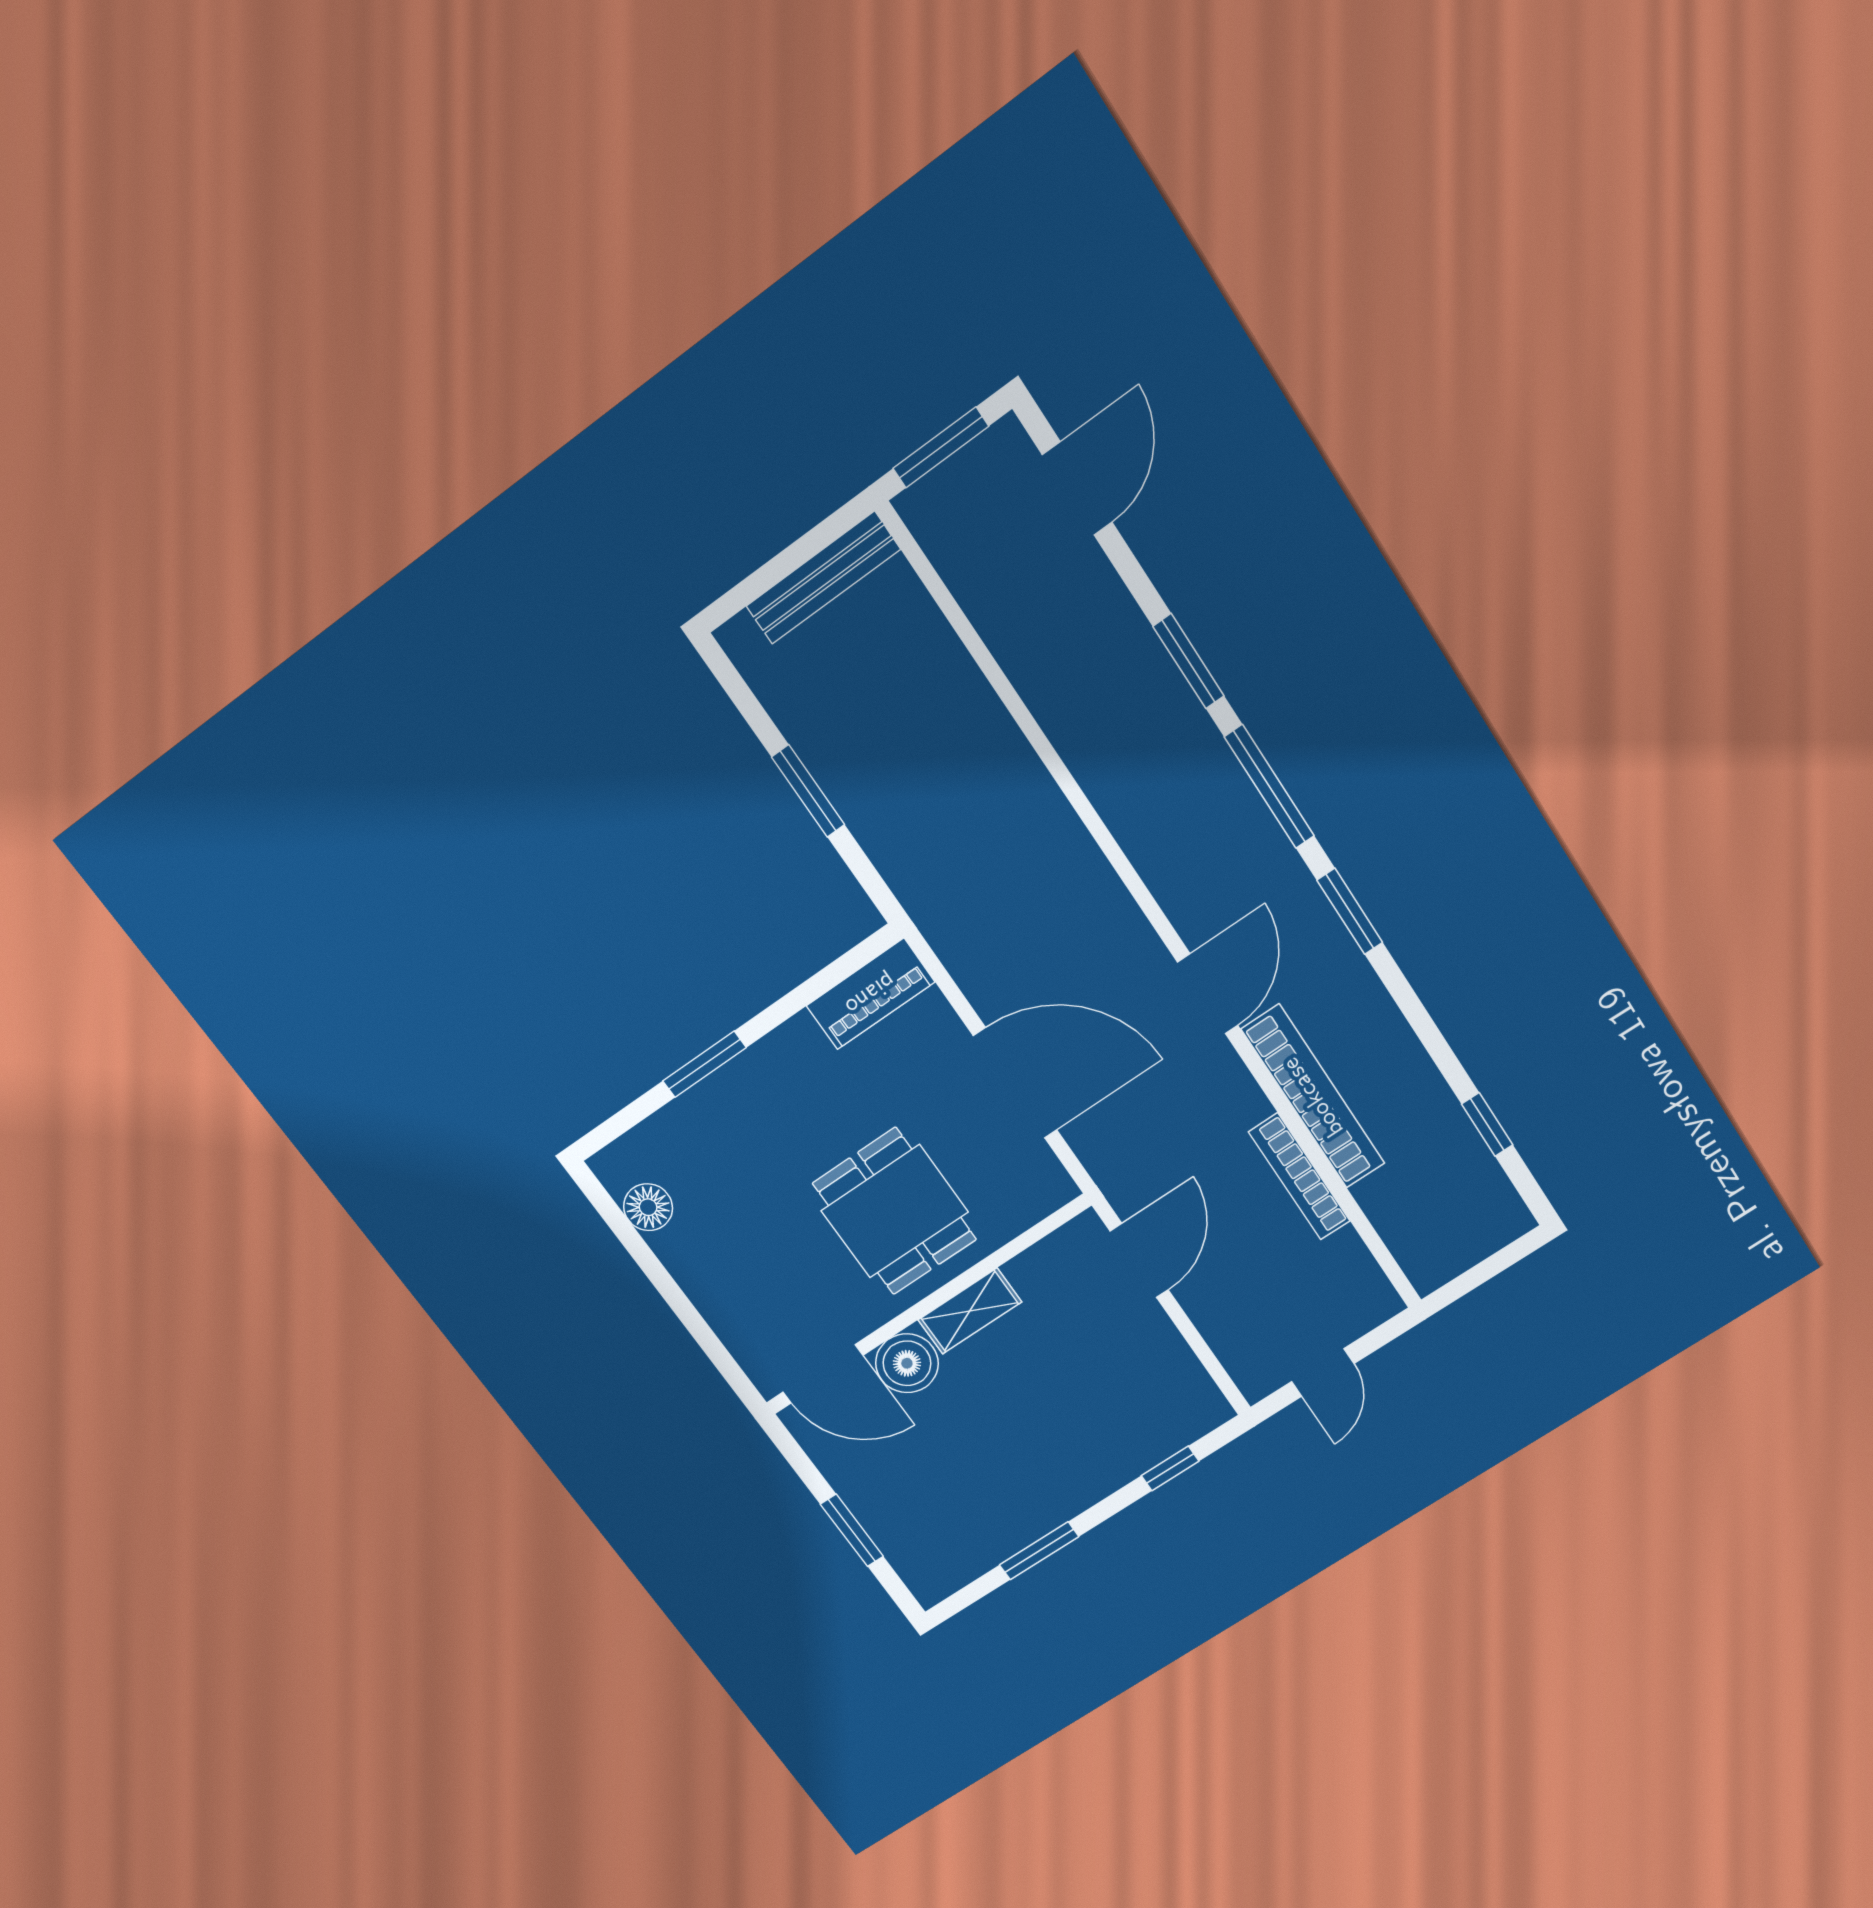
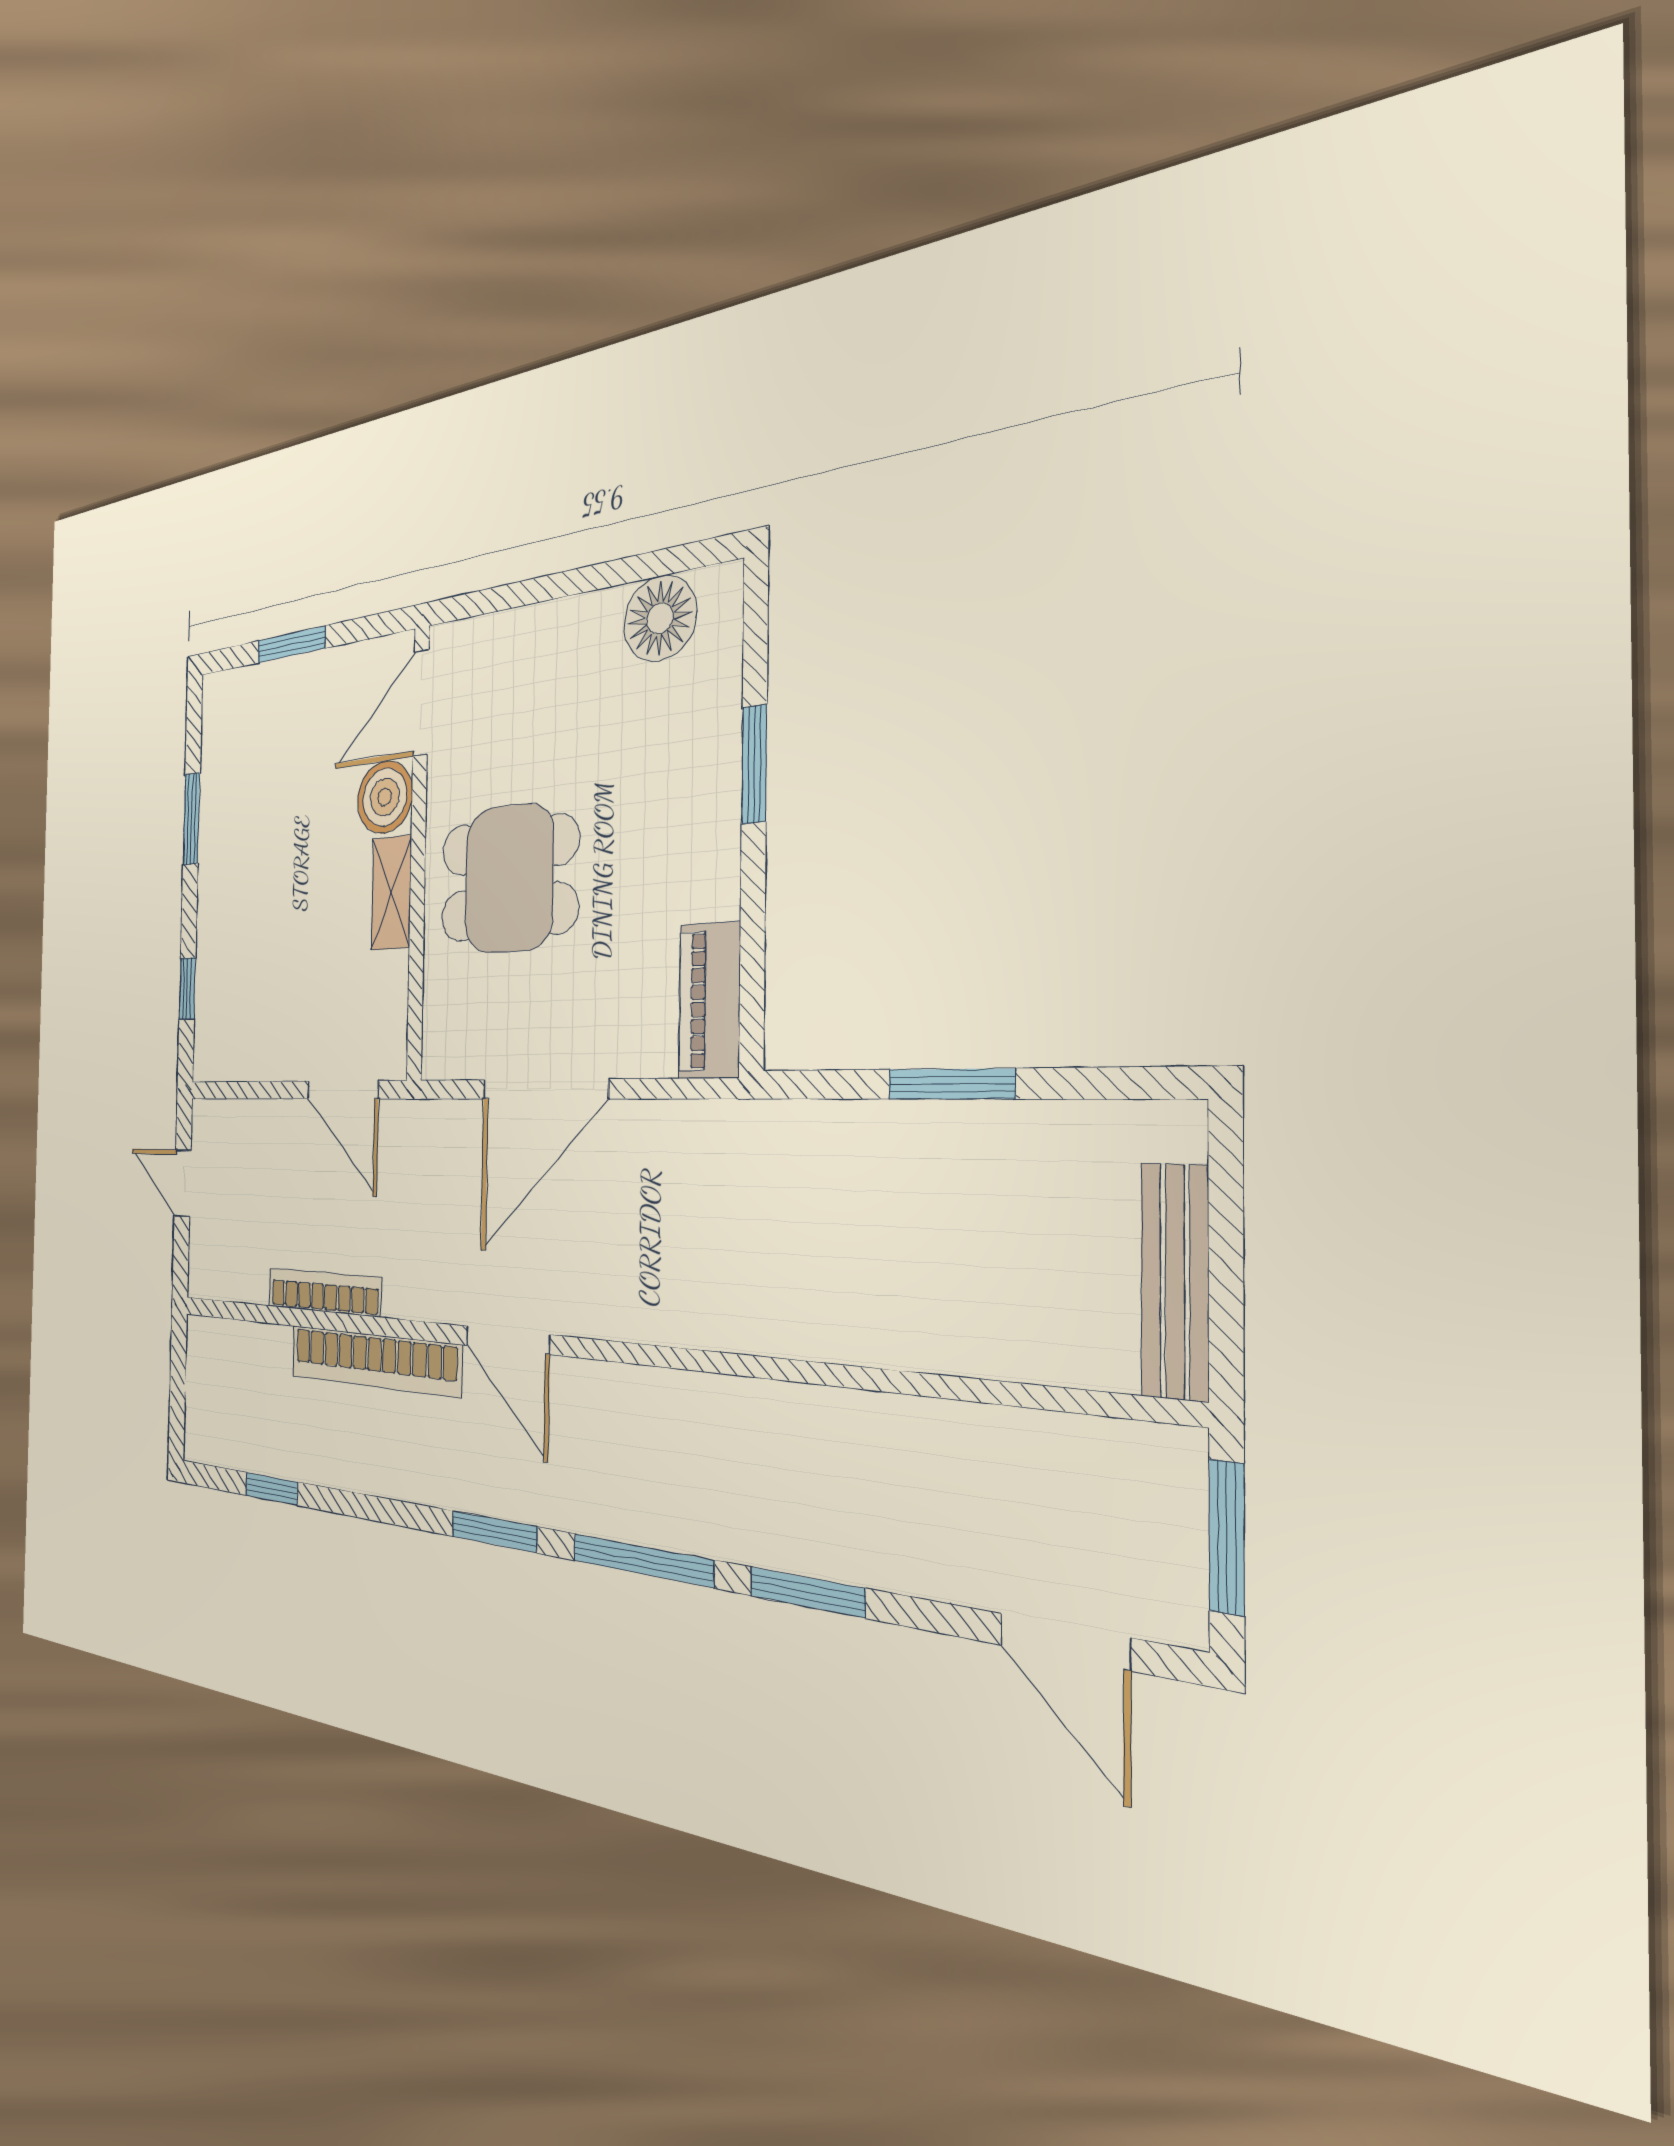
floor lamp: (648, 1207) -> (660, 618), width x1.38, depth x1.38

